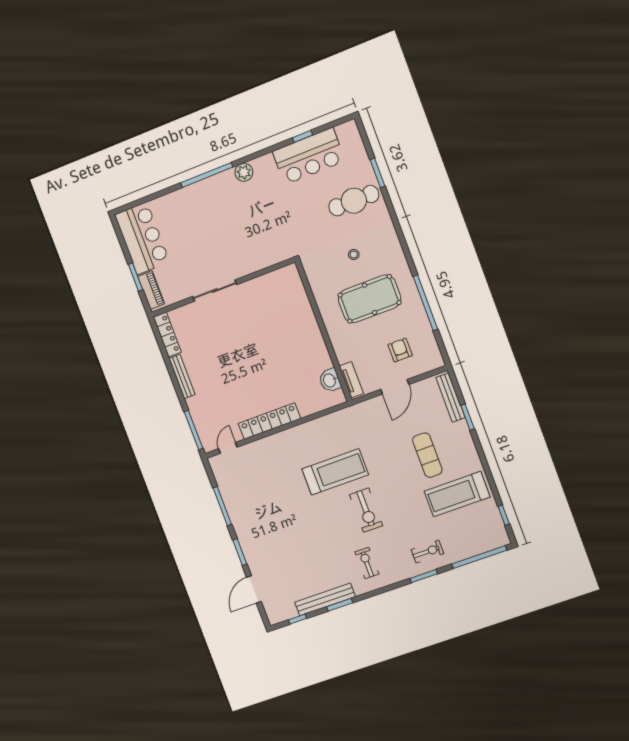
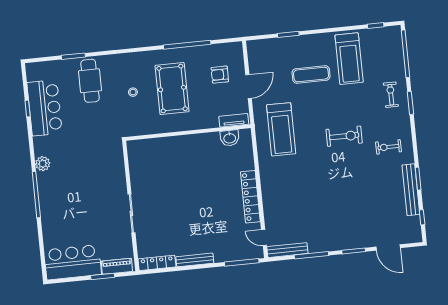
door: (395, 387) -> (249, 87), hinge flipped
bench: (450, 397) -> (287, 250), moved
treadmill: (335, 472) -> (281, 129), moved, turned 180

